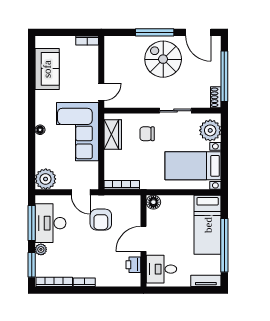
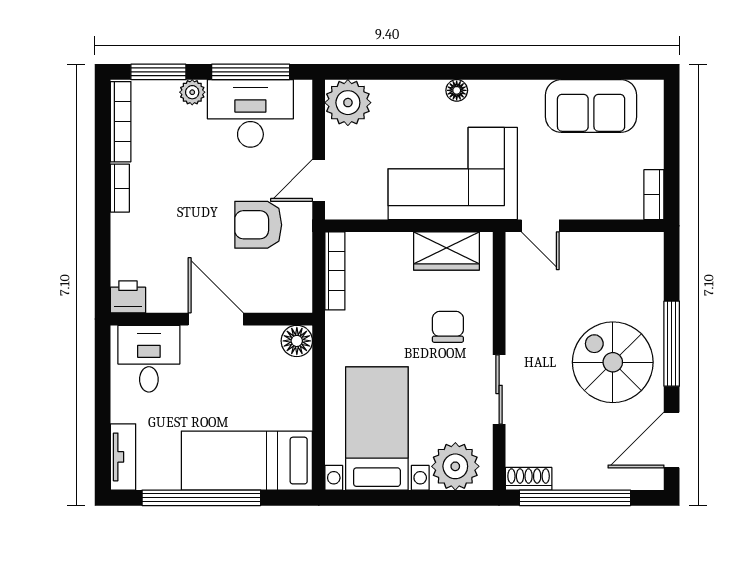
spiral stairs: (163, 59) -> (613, 362), turned -90
printer: (133, 265) -> (128, 297), moved

